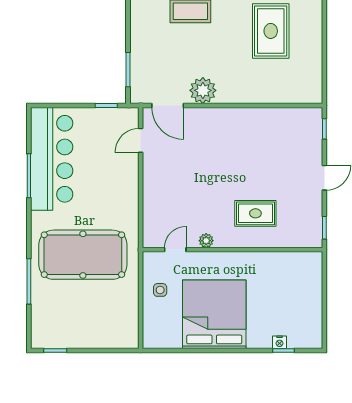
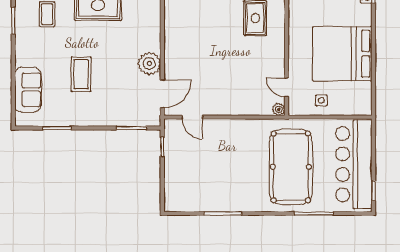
bar counter: (52, 159) -> (354, 164), moved, turned -90
plant: (206, 241) -> (279, 109), moved

